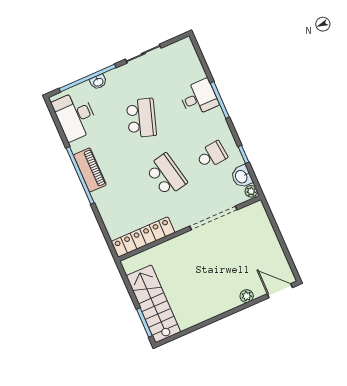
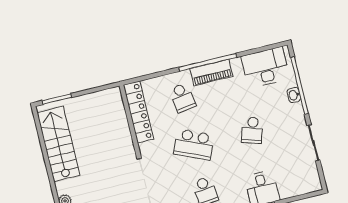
school desk: (141, 118) -> (252, 130), width x0.54
school desk: (166, 175) -> (194, 144), turned 36
school desk: (121, 195) -> (182, 98), added
stairs: (153, 304) -> (58, 144), moved, turned -90

